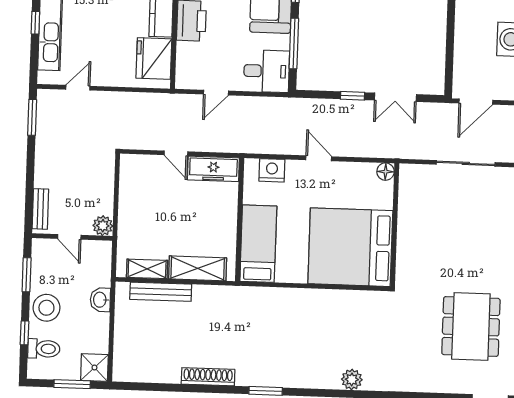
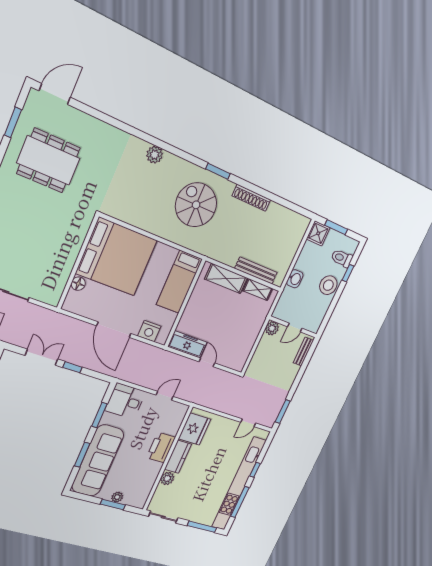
window: (294, 44) -> (99, 415), width x0.69
door: (319, 158) -> (114, 330), width x1.88
floor lamp: (386, 172) -> (78, 284), moved
door: (69, 237) -> (295, 328), swing flipped
window: (27, 275) -> (330, 311), removed
dining table: (471, 326) -> (49, 161), turned 90
spiral stairs: (276, 342) -> (196, 205), added

